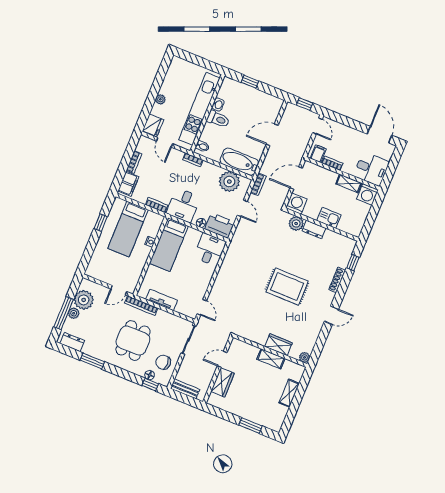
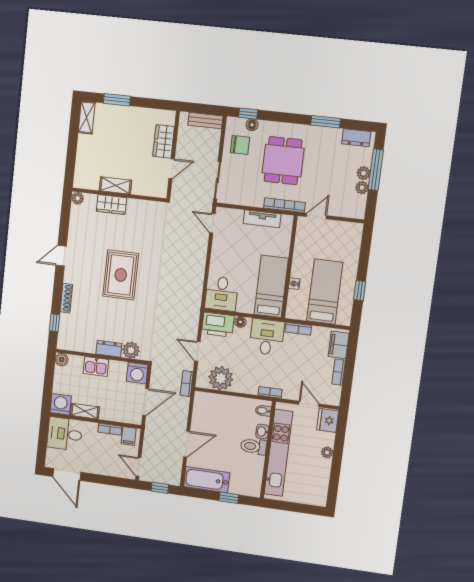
washbasin: (218, 104) -> (262, 432), moved
bathtub: (239, 162) -> (207, 480), moved, turned 180
boiler: (356, 231) -> (62, 360), added
rug: (287, 287) -> (121, 275), turned 90
plant: (84, 300) -> (362, 188), width x0.53, depth x0.53
shelving: (289, 393) -> (87, 117), moved

